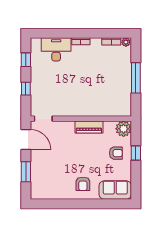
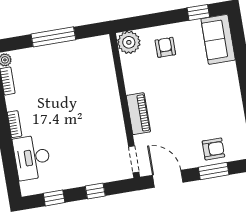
piano: (89, 127) -> (138, 114), moved
door: (26, 140) -> (168, 179), hinge flipped
window: (136, 153) -> (198, 12), moved
armchair: (83, 184) -> (213, 149), moved

